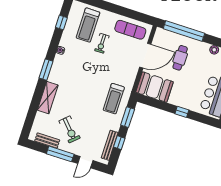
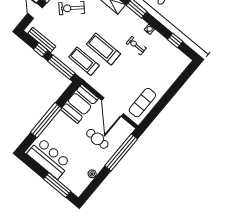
treadmill: (88, 25) -> (103, 49), moved
exercise bike: (102, 43) -> (136, 46), moved
window: (182, 112) -> (46, 120), width x3.17
window: (128, 117) -> (61, 67), width x1.44

